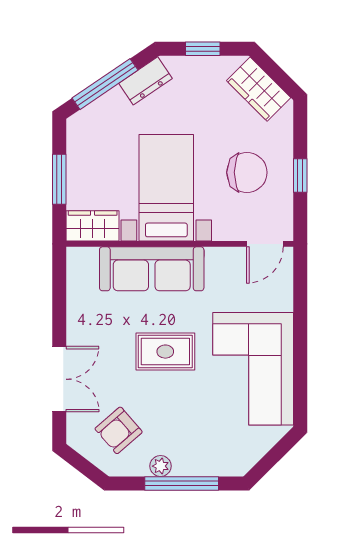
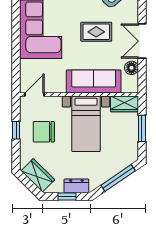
dresser: (146, 81) -> (76, 186), moved, turned 34
floor lamp: (79, 295) -> (131, 68), added
rug: (165, 352) -> (96, 32), moved
double door: (59, 379) -> (142, 41), moved

